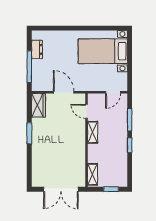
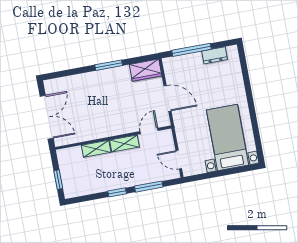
door: (64, 92) -> (167, 98), hinge flipped
shelving: (93, 174) -> (96, 149), moved
double door: (61, 189) -> (47, 117), swing flipped

